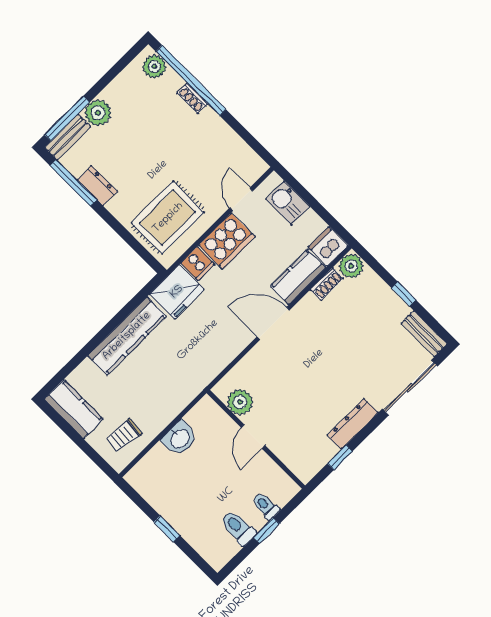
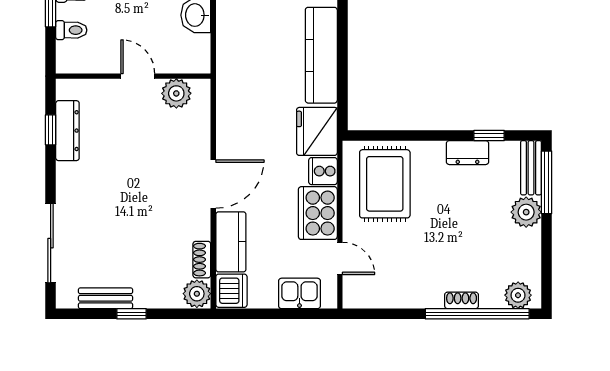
window: (73, 183) -> (489, 136), width x0.46
bench: (424, 334) -> (106, 298), moved
dresser: (353, 424) -> (67, 131), moved

